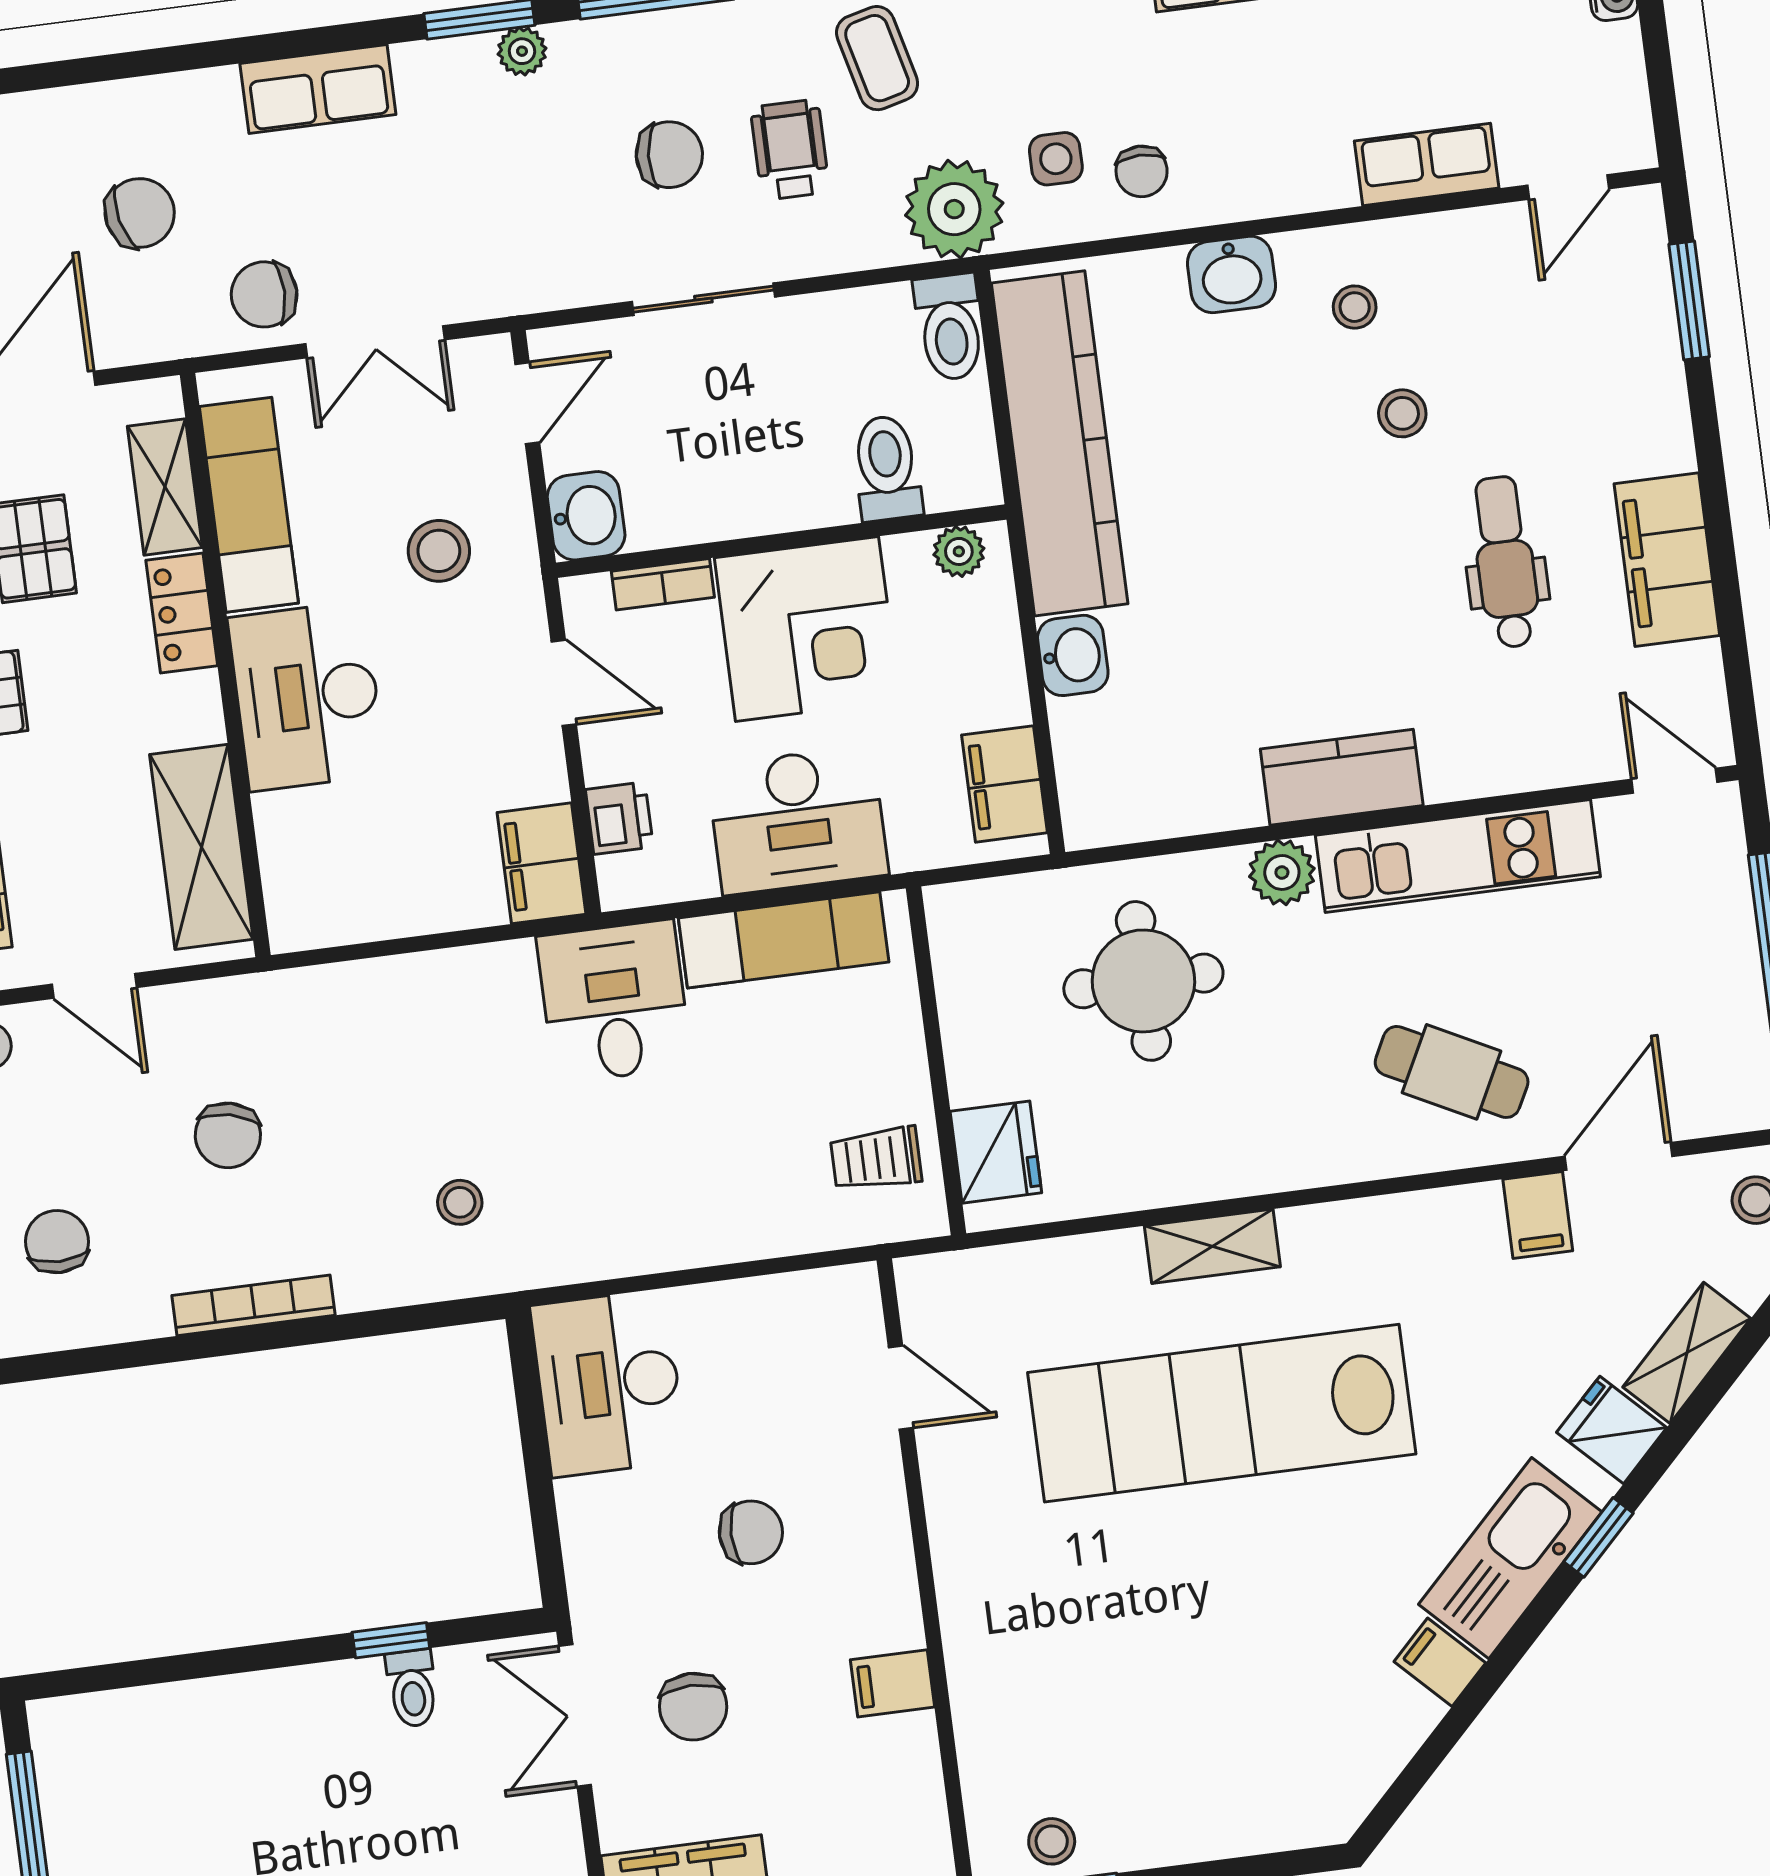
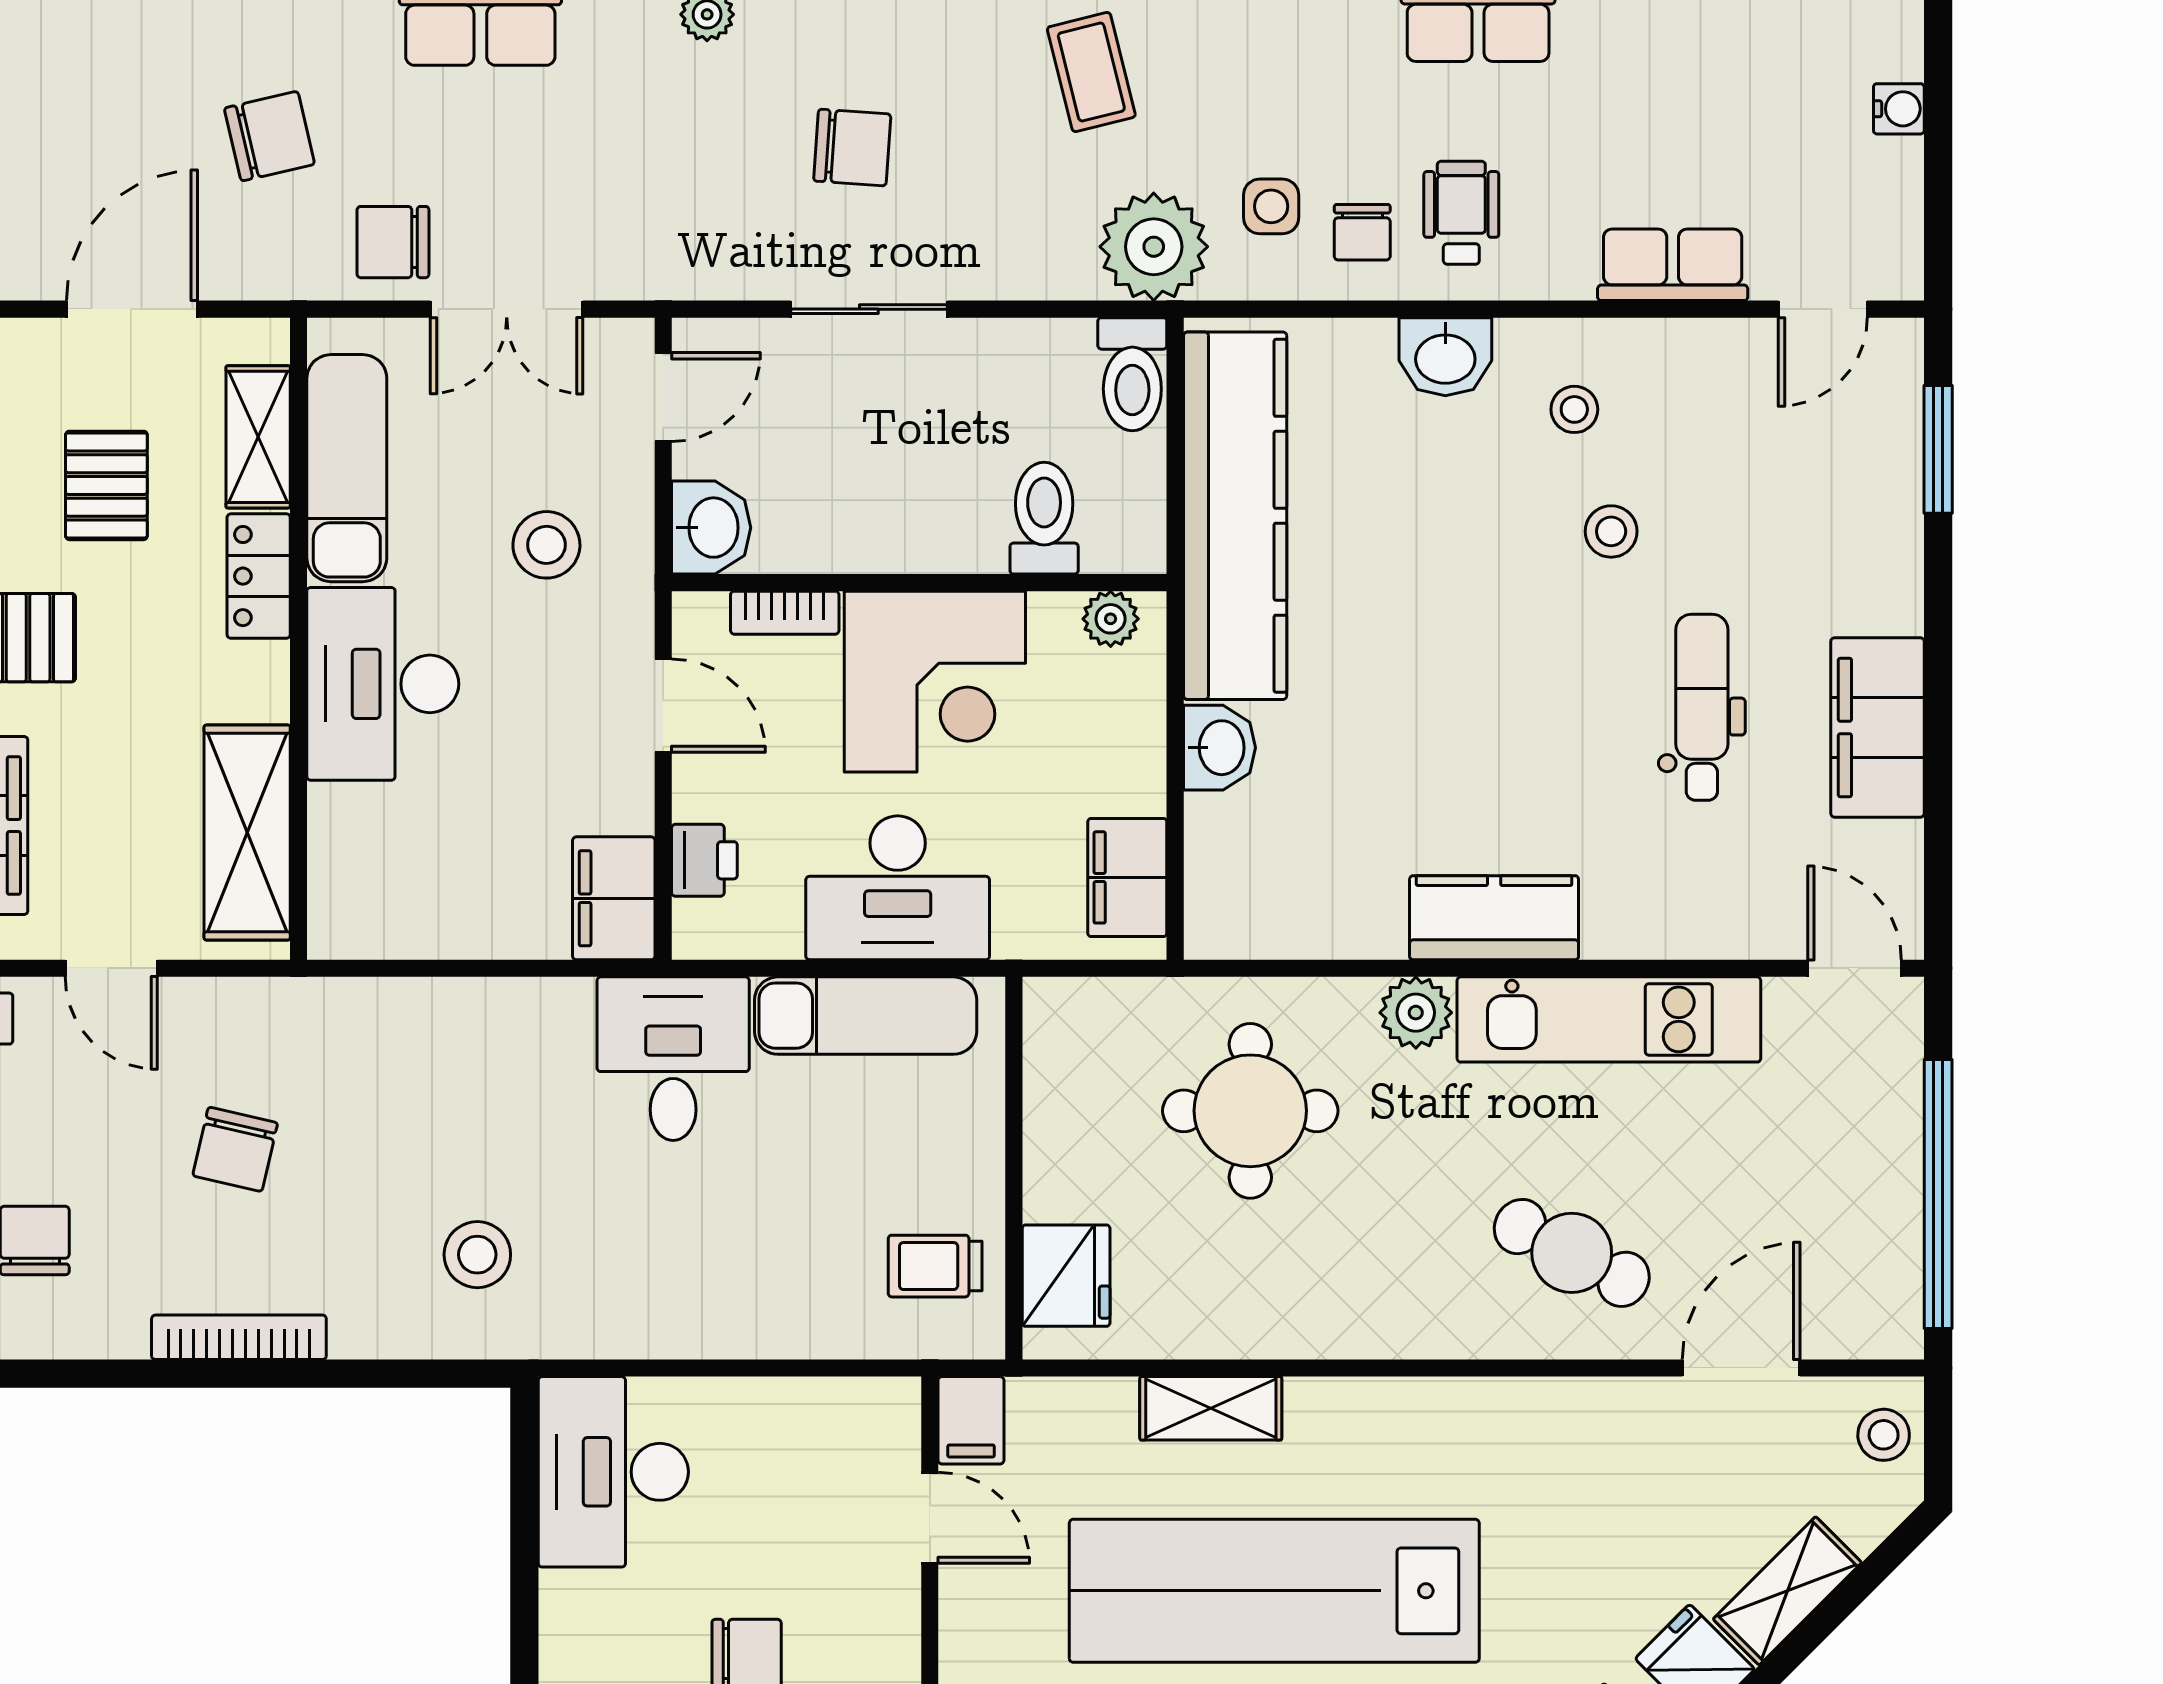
wheelchair: (790, 150) -> (1461, 213), moved
stool: (460, 1202) -> (477, 1255), width x1.37, depth x1.37
filing cabinet: (1538, 1215) -> (971, 1420), moved
shelving: (1212, 1246) -> (1211, 1408), moved

